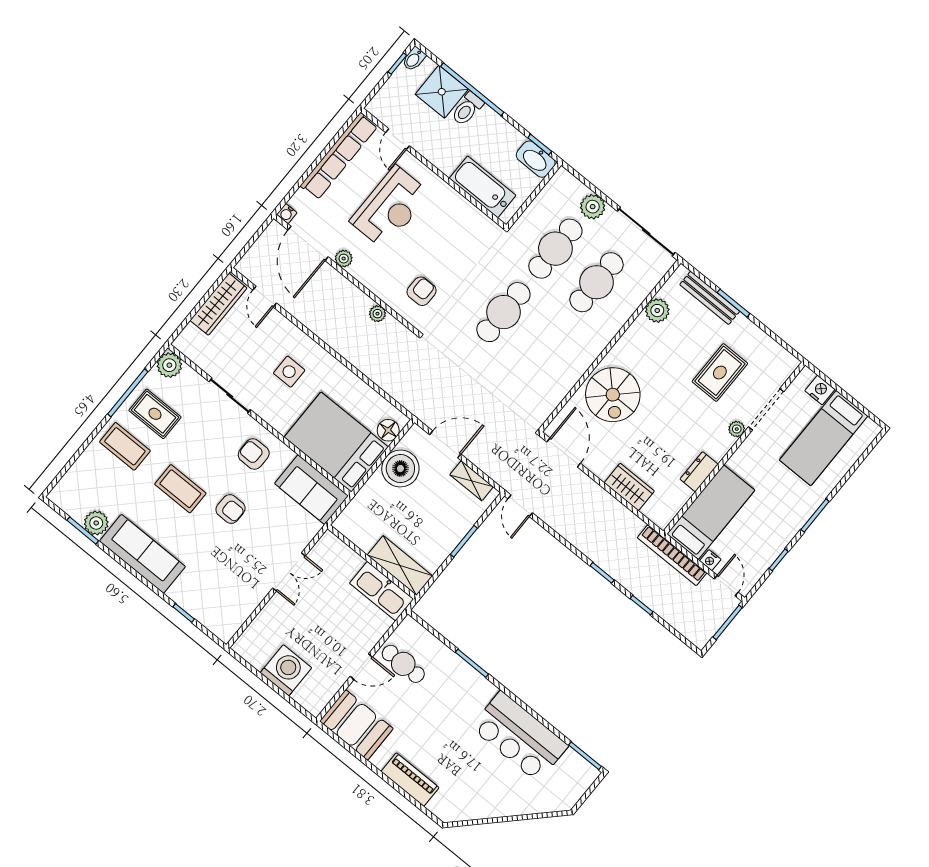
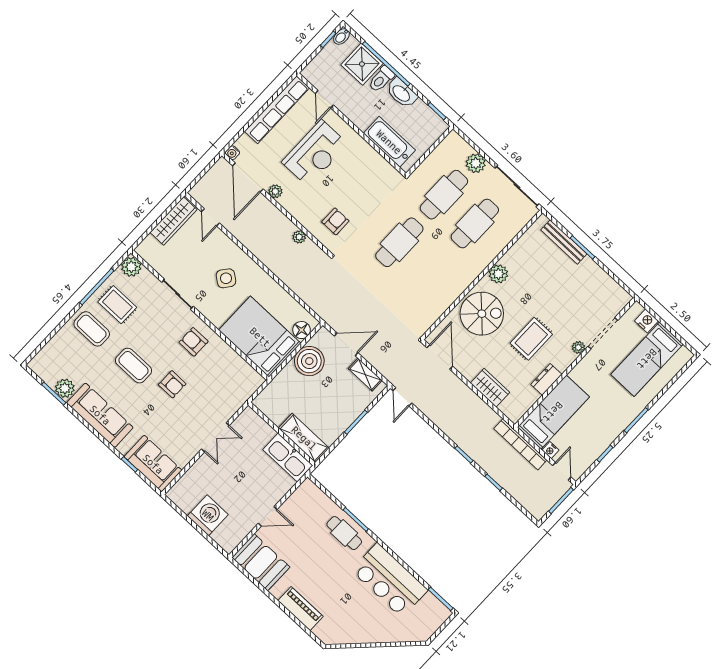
washbasin: (536, 159) -> (402, 93), moved
plant: (657, 311) -> (498, 274), moved
side table: (289, 372) -> (226, 278), turned 38
rug: (720, 373) -> (531, 339), moved
spiral stairs: (613, 395) -> (482, 314), turned -90
sofa: (311, 490) -> (153, 464), moved, turned 180
cafe table: (403, 664) -> (344, 533), moved

